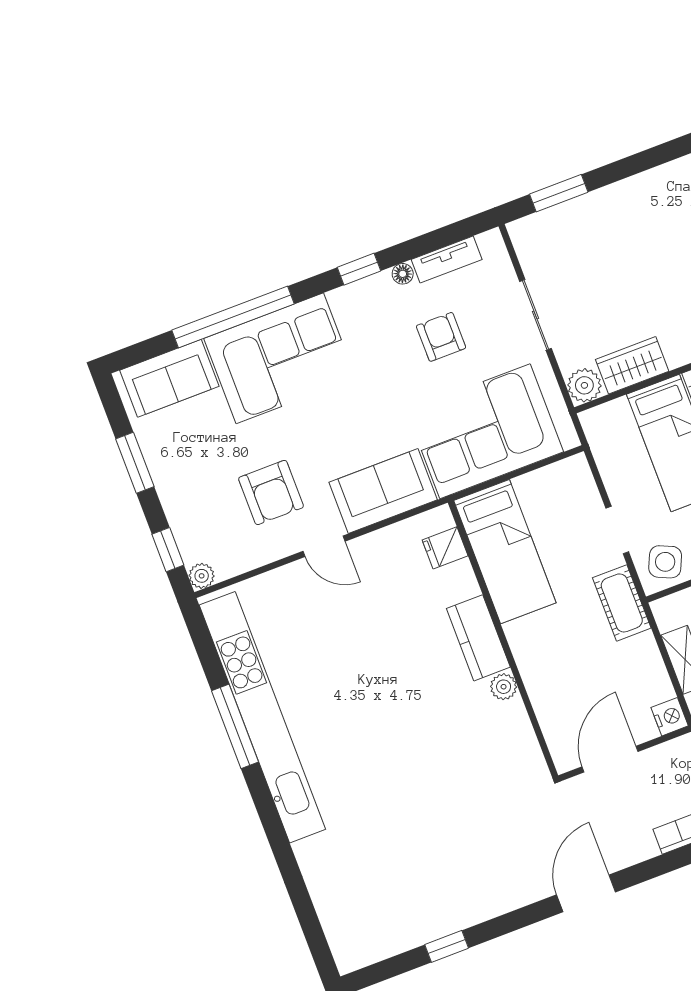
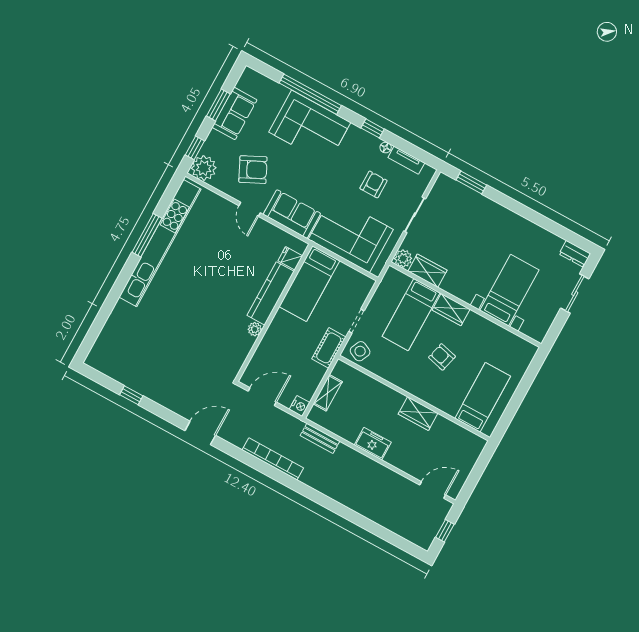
sofa: (169, 378) -> (234, 113), moved, turned -90
armchair: (271, 492) -> (253, 170), turned -116
plant: (202, 576) -> (204, 168), width x1.88, depth x1.88
kitchen counter: (478, 638) -> (271, 293), width x1.50

